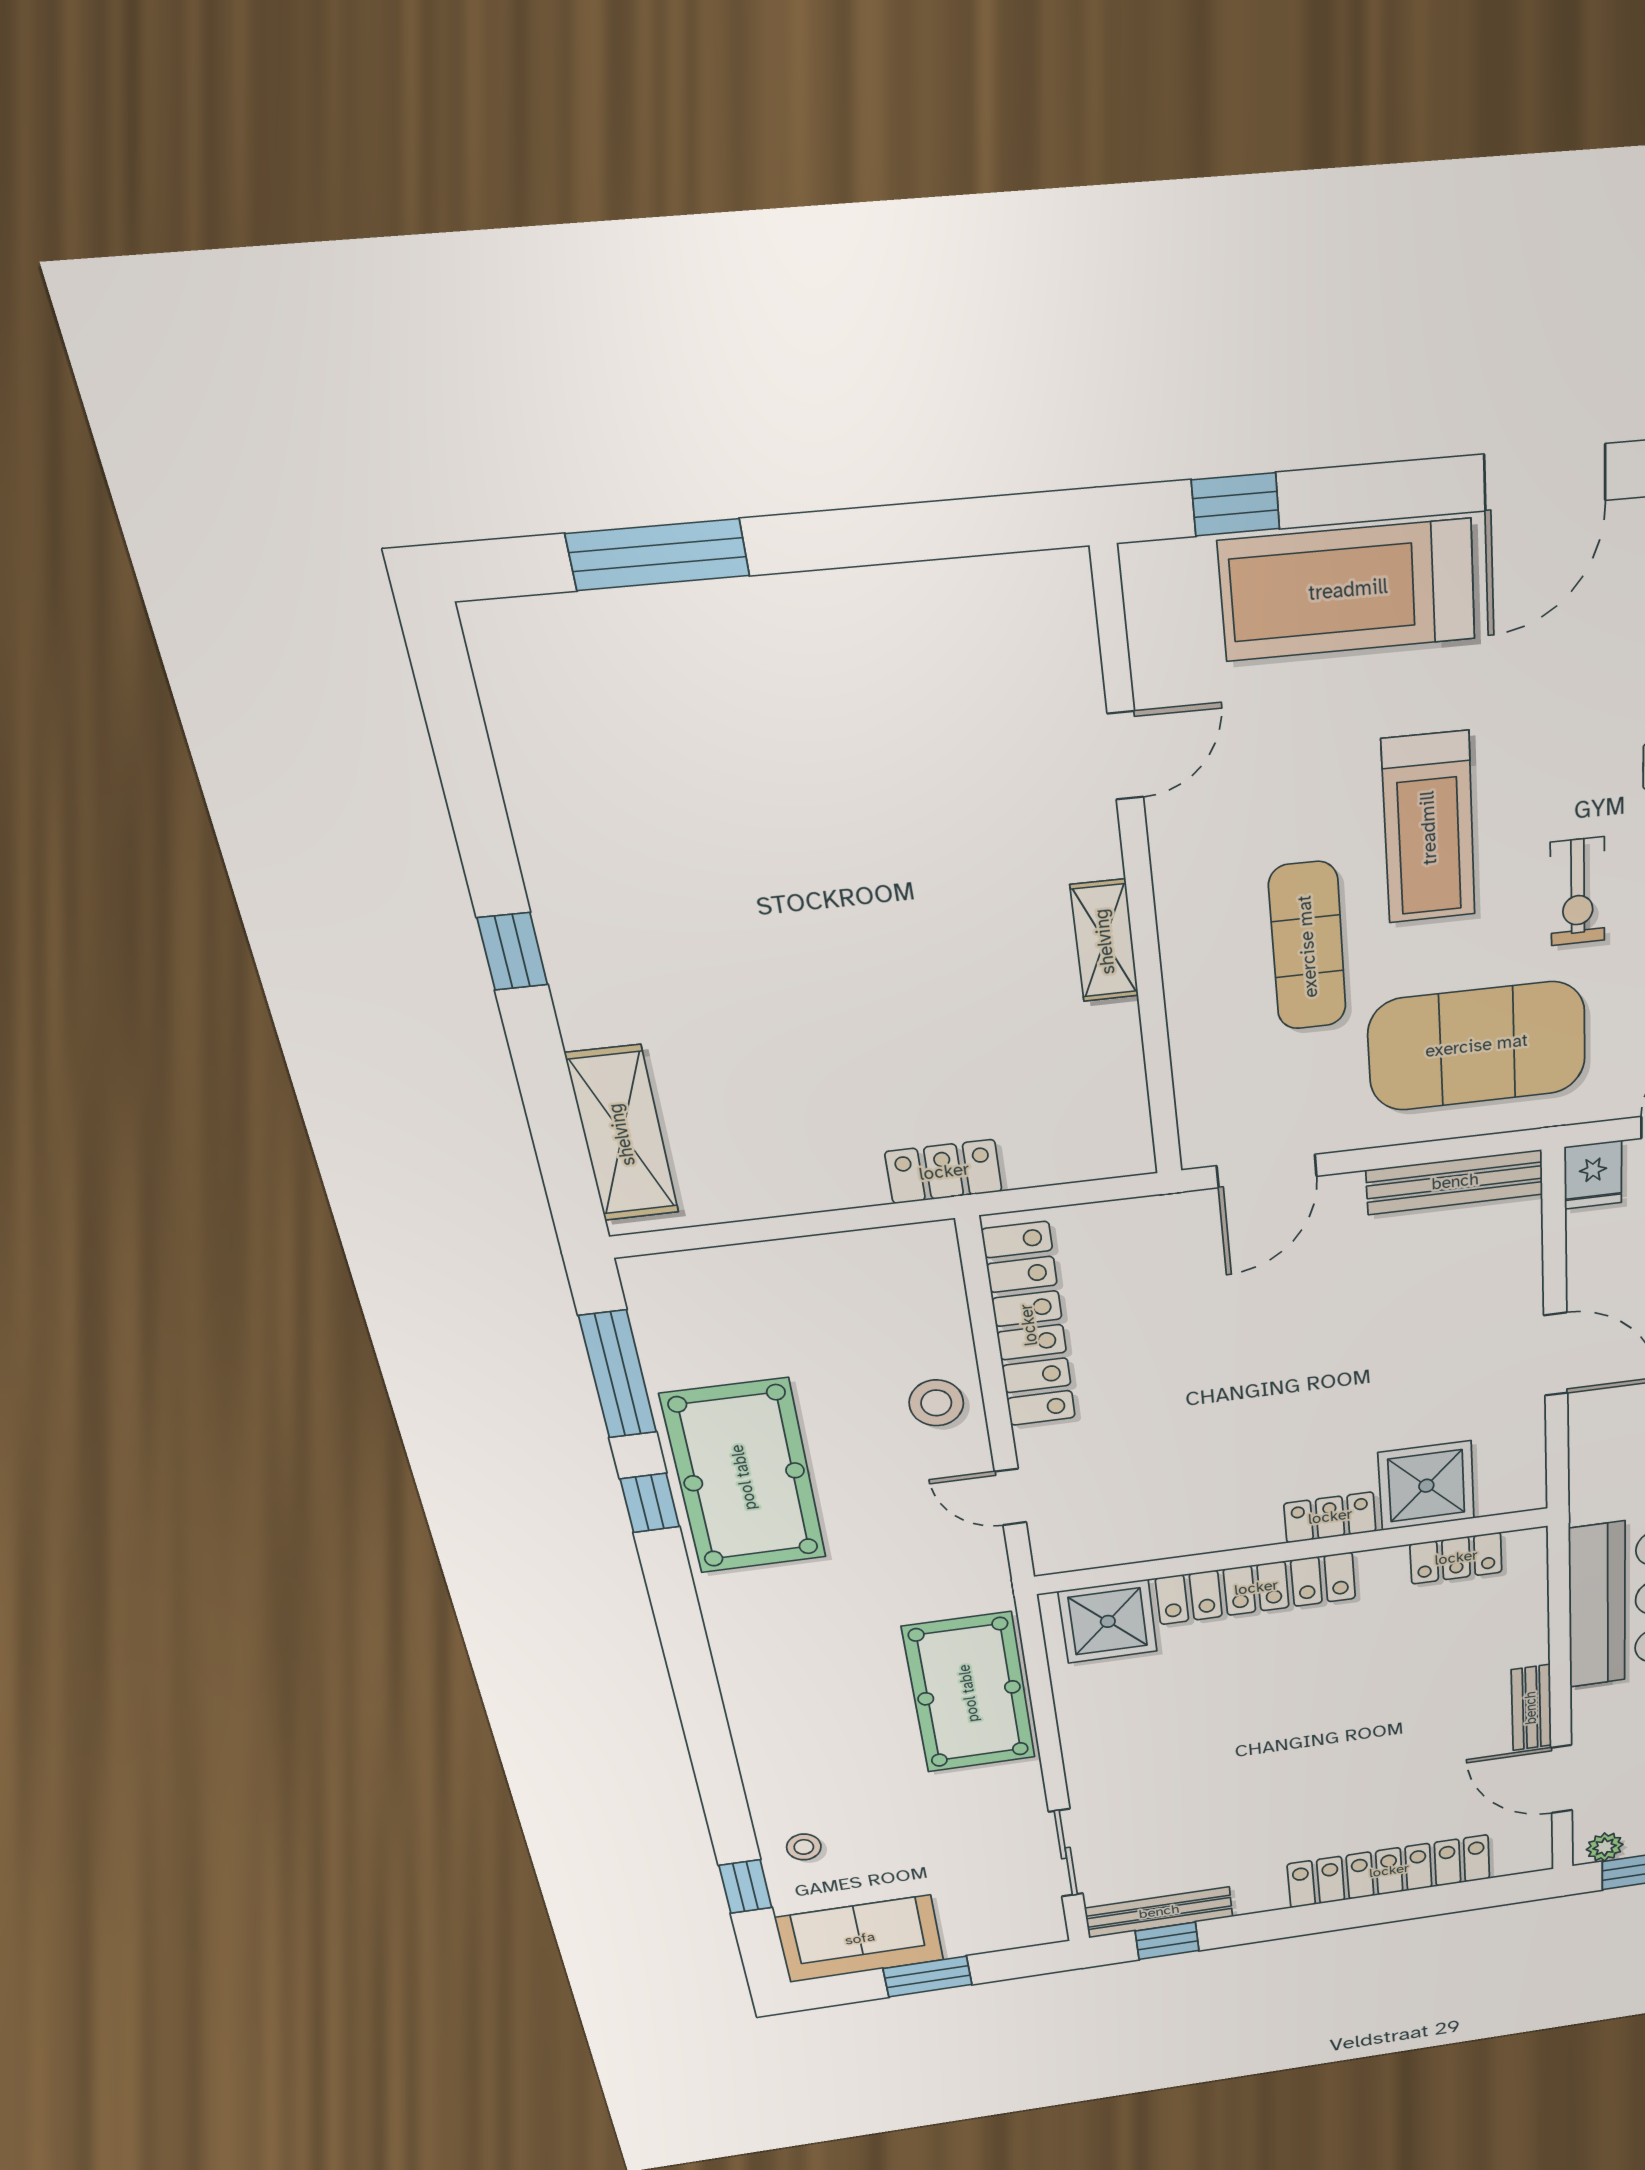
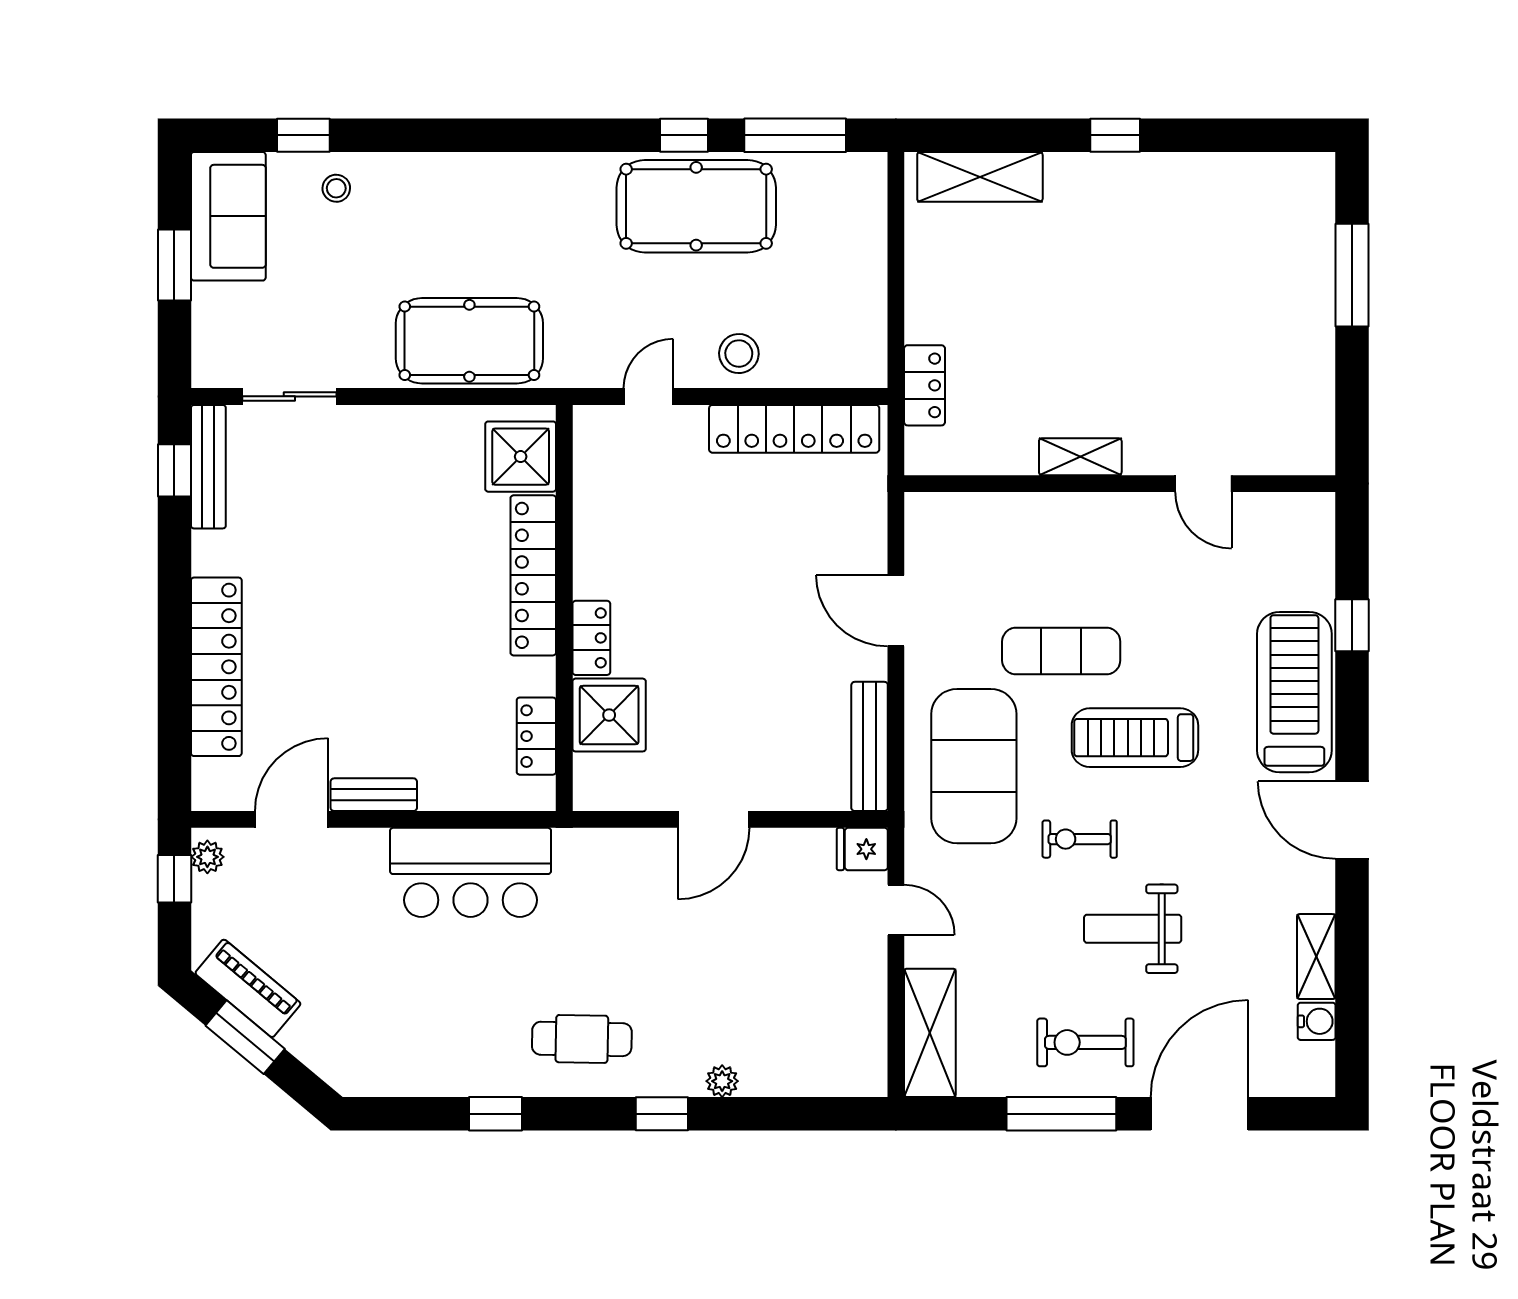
door: (1125, 755) -> (1203, 484), moved
wall: (1138, 880) -> (1120, 484), moved
shelving: (1105, 941) -> (1080, 457), moved

